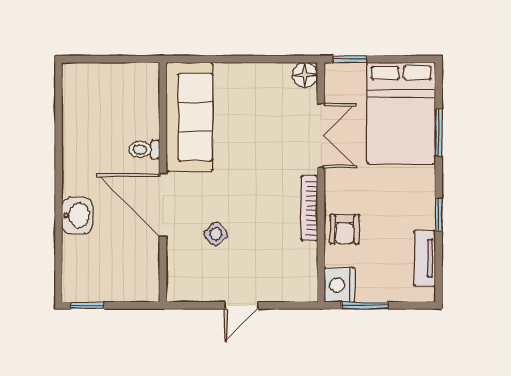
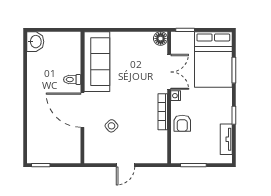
washbasin: (77, 216) -> (35, 42), moved
nightstand: (339, 285) -> (176, 96), moved, width x0.53, depth x0.56

